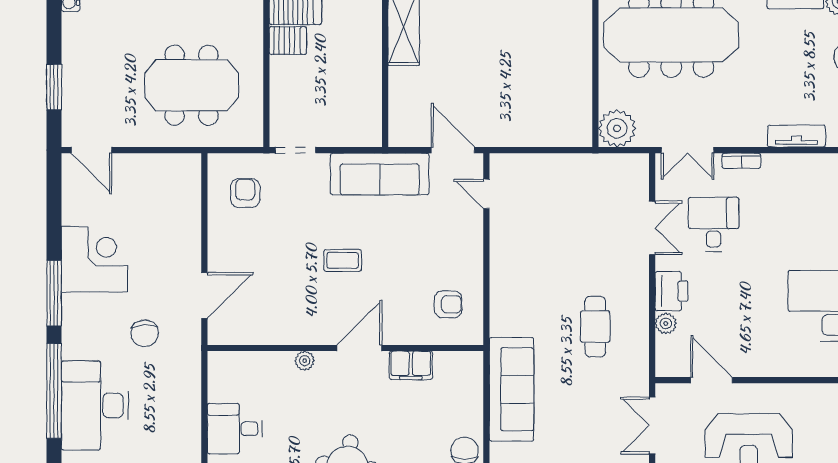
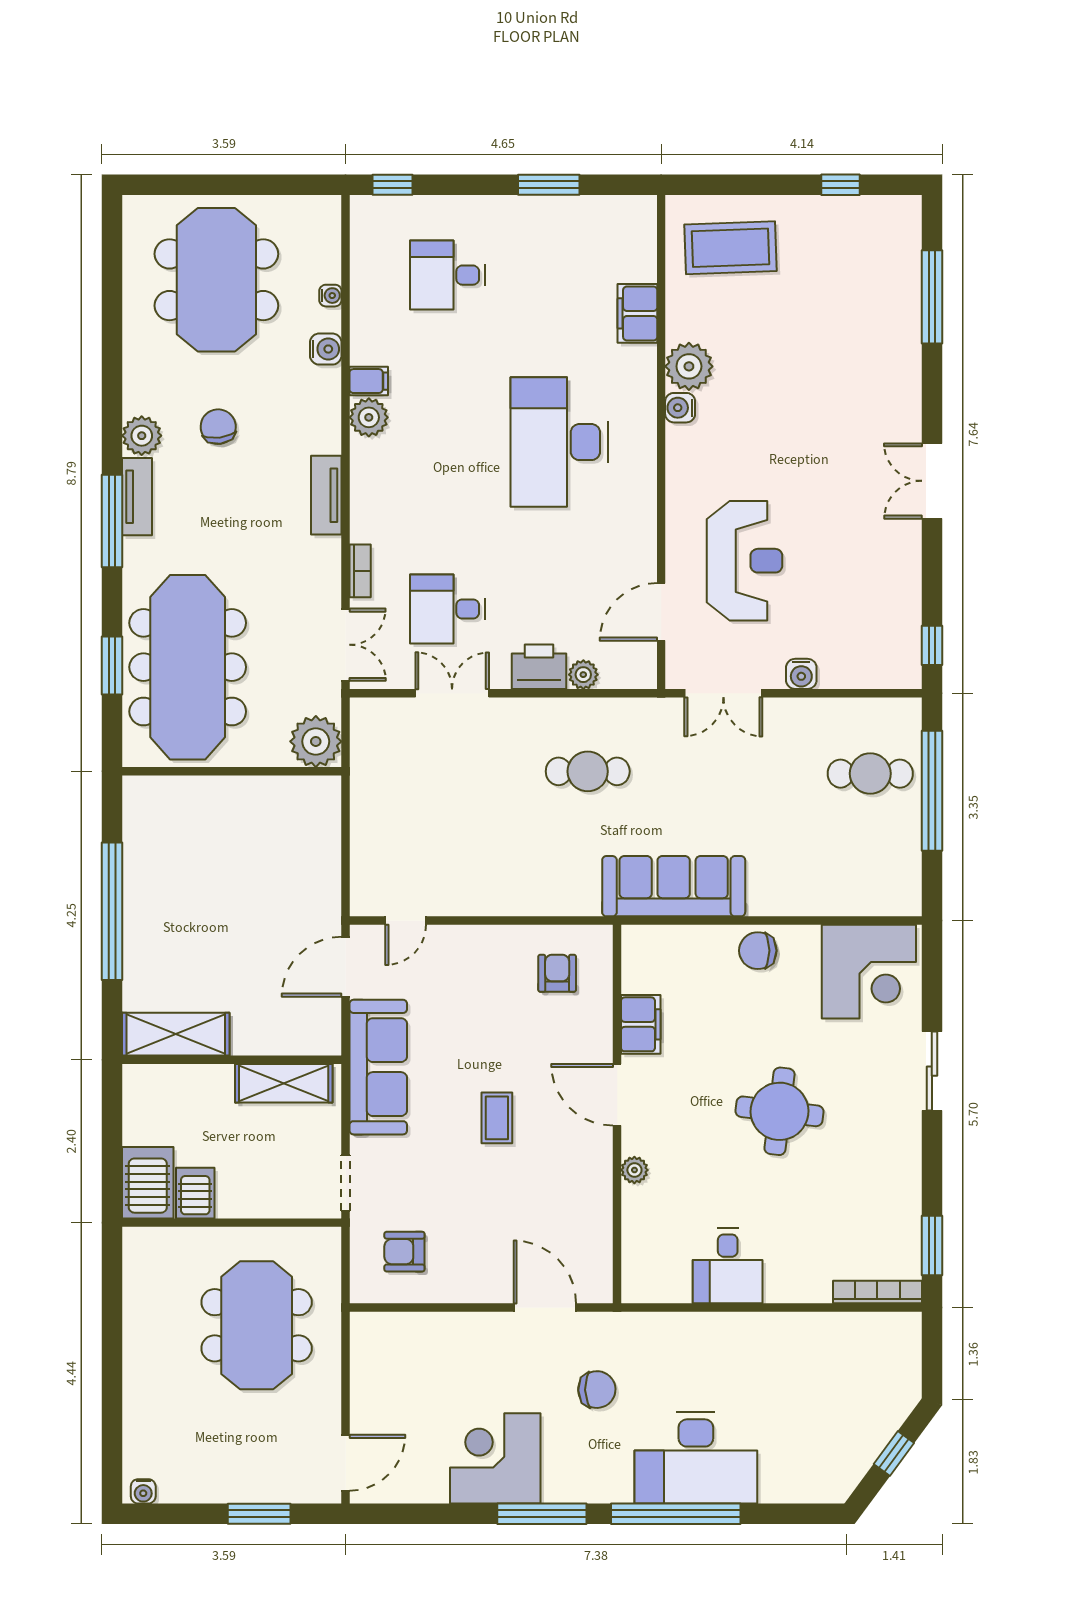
shelving: (368, 105) -> (284, 1083), added

